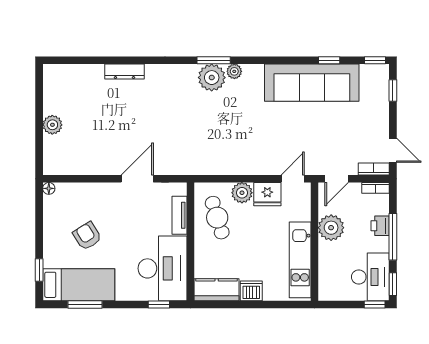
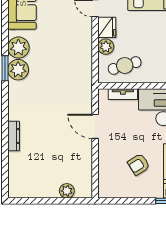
plant: (234, 71) -> (18, 48), width x1.87, depth x1.87
plant: (52, 125) -> (67, 191), moved
floor lamp: (49, 188) -> (102, 194), removed

